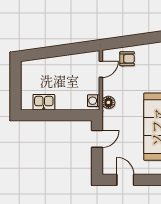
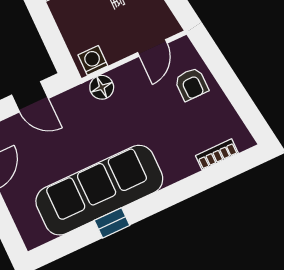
door: (101, 69) -> (152, 48), hinge flipped

